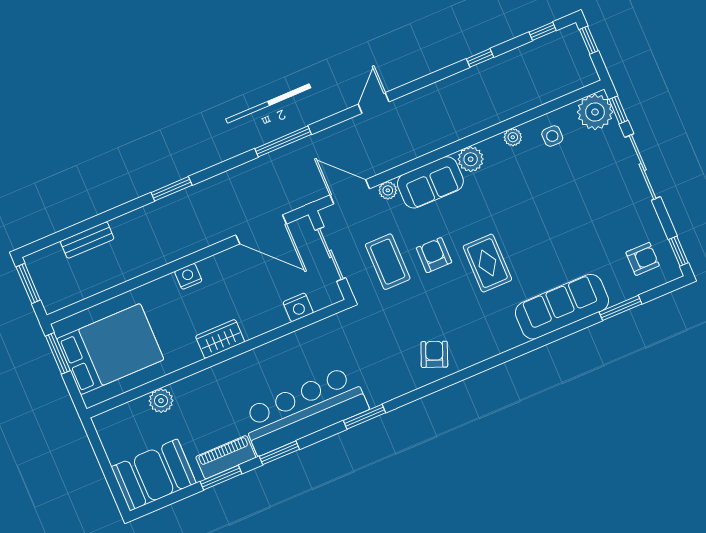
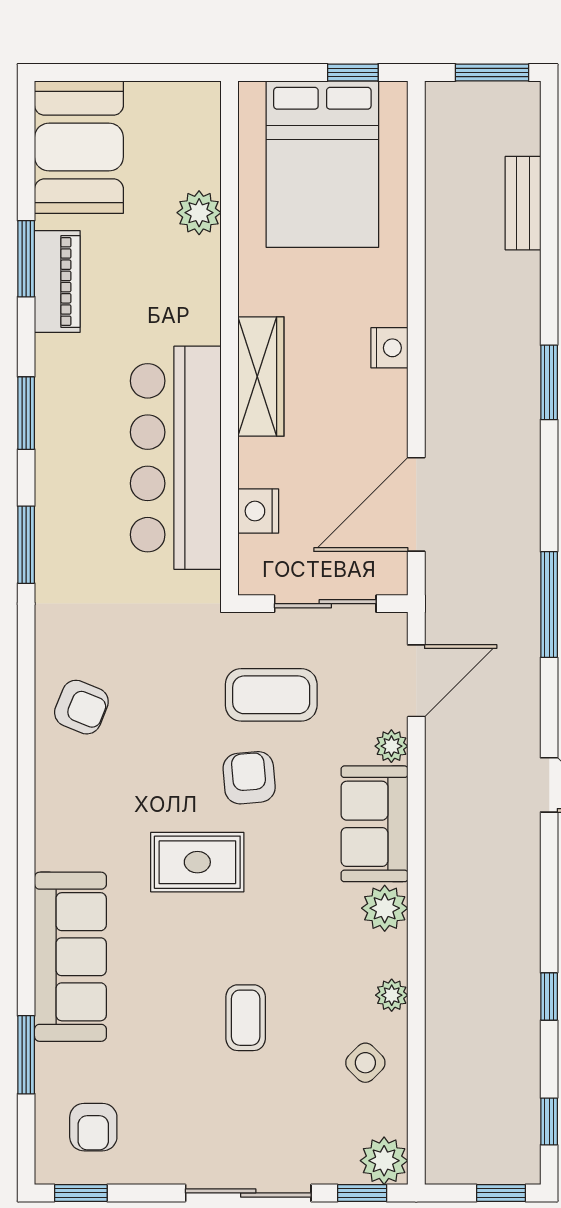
plant: (595, 112) -> (384, 1161), width x0.73, depth x0.73
side table: (552, 136) -> (365, 1063), turned 45
coffee table: (555, 206) -> (246, 1018), added
armchair: (434, 255) -> (249, 778), turned -95
wardrobe: (220, 339) -> (261, 377), width x1.50
window: (58, 353) -> (353, 72), width x0.67
bar counter: (304, 410) -> (176, 458), moved, turned 180
window: (279, 453) -> (26, 413), moved

